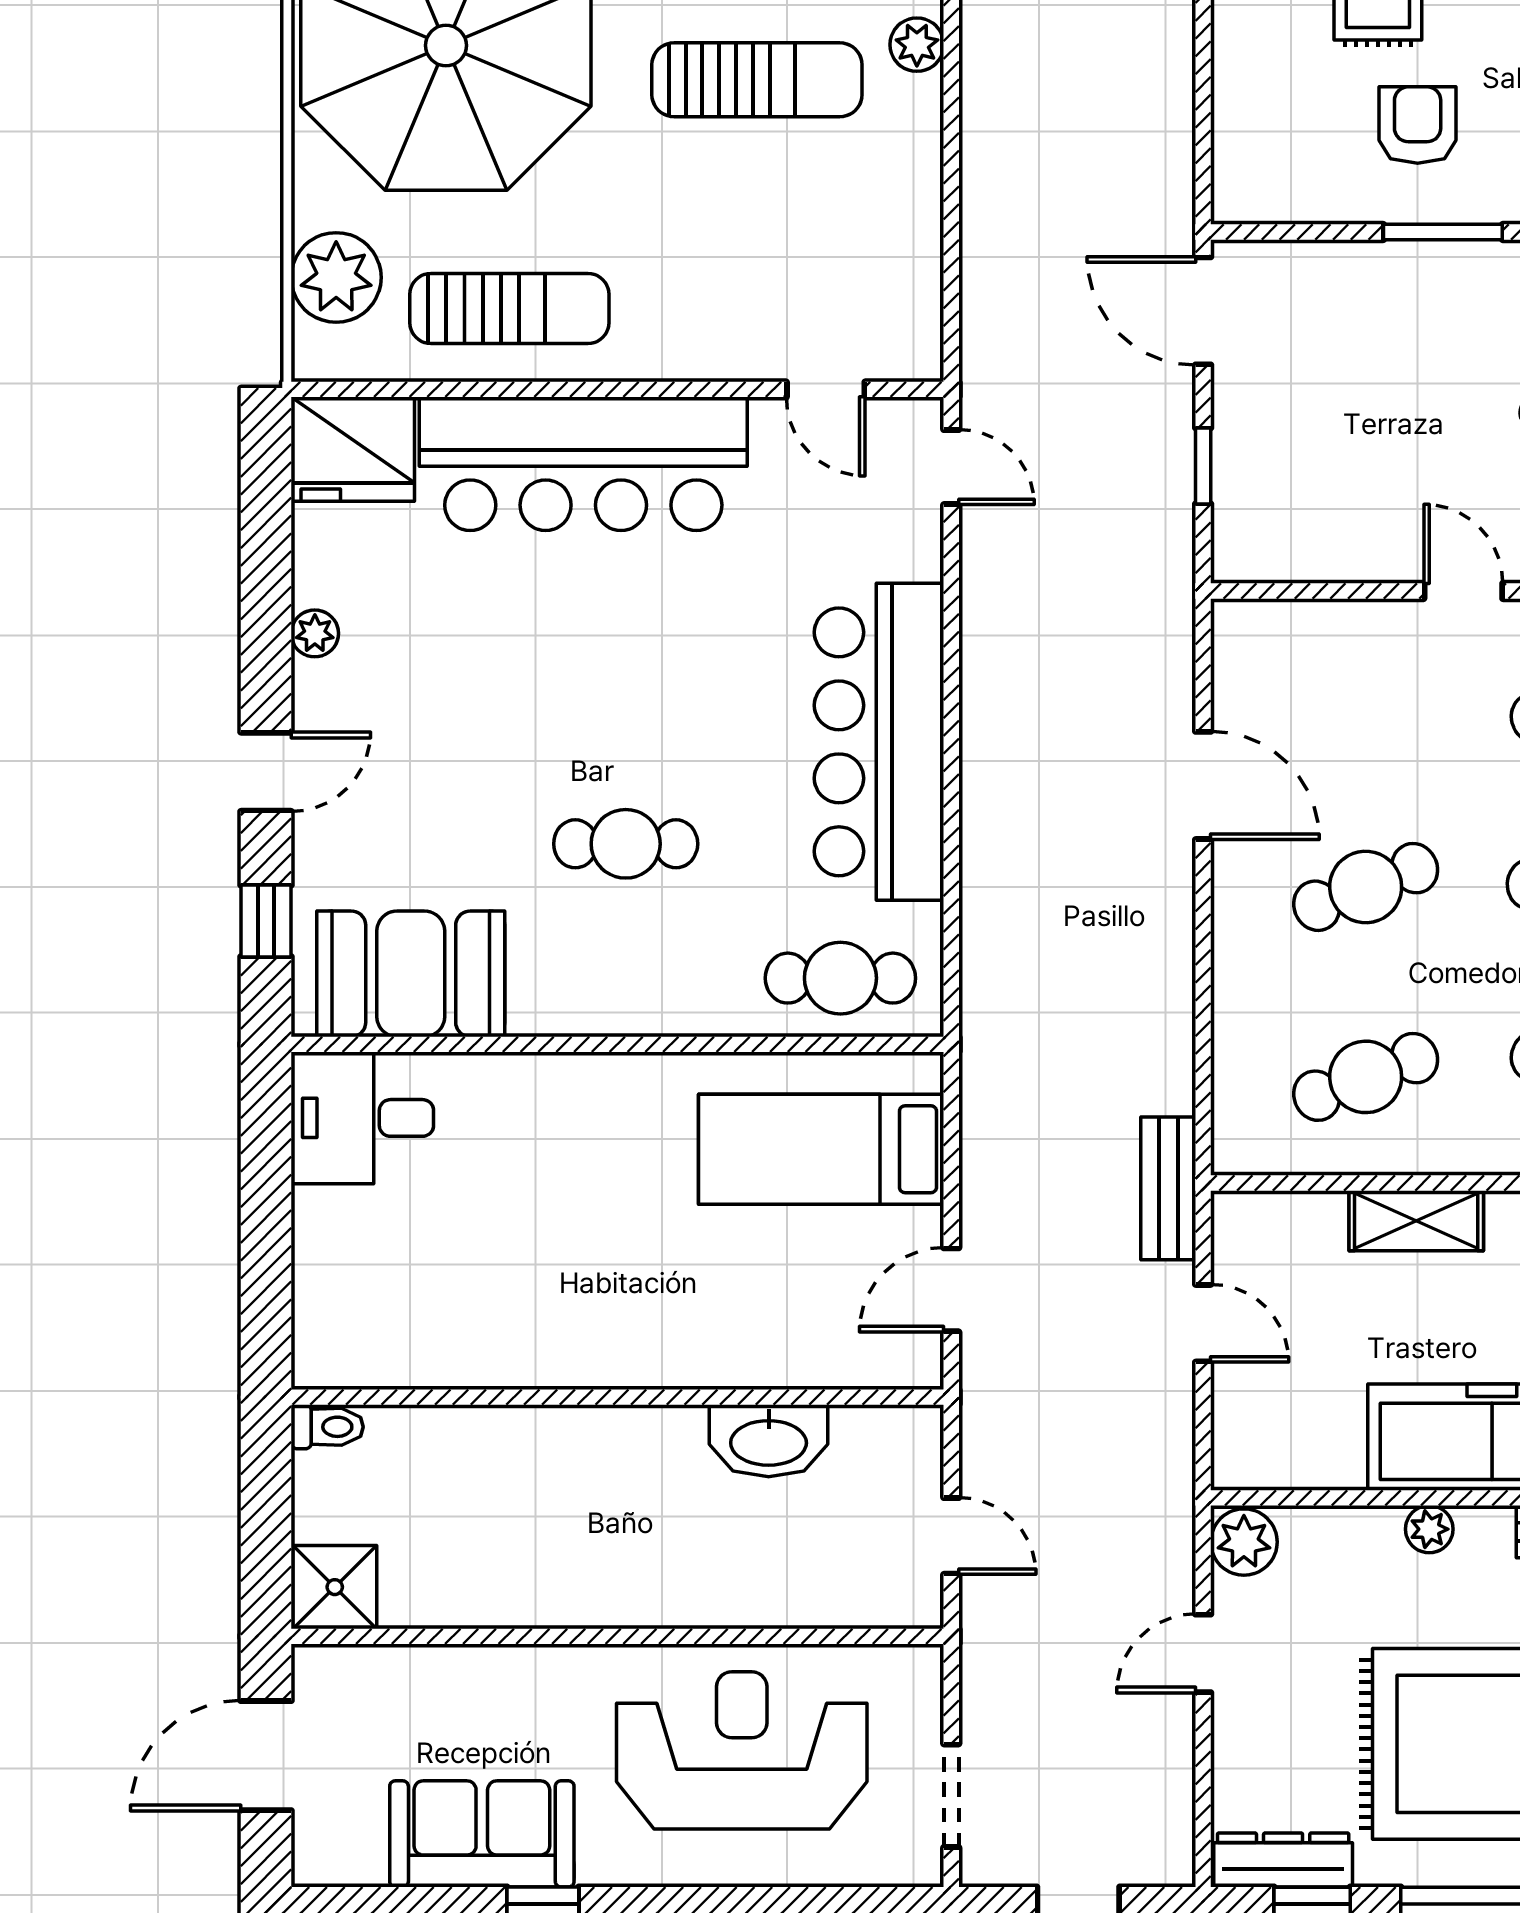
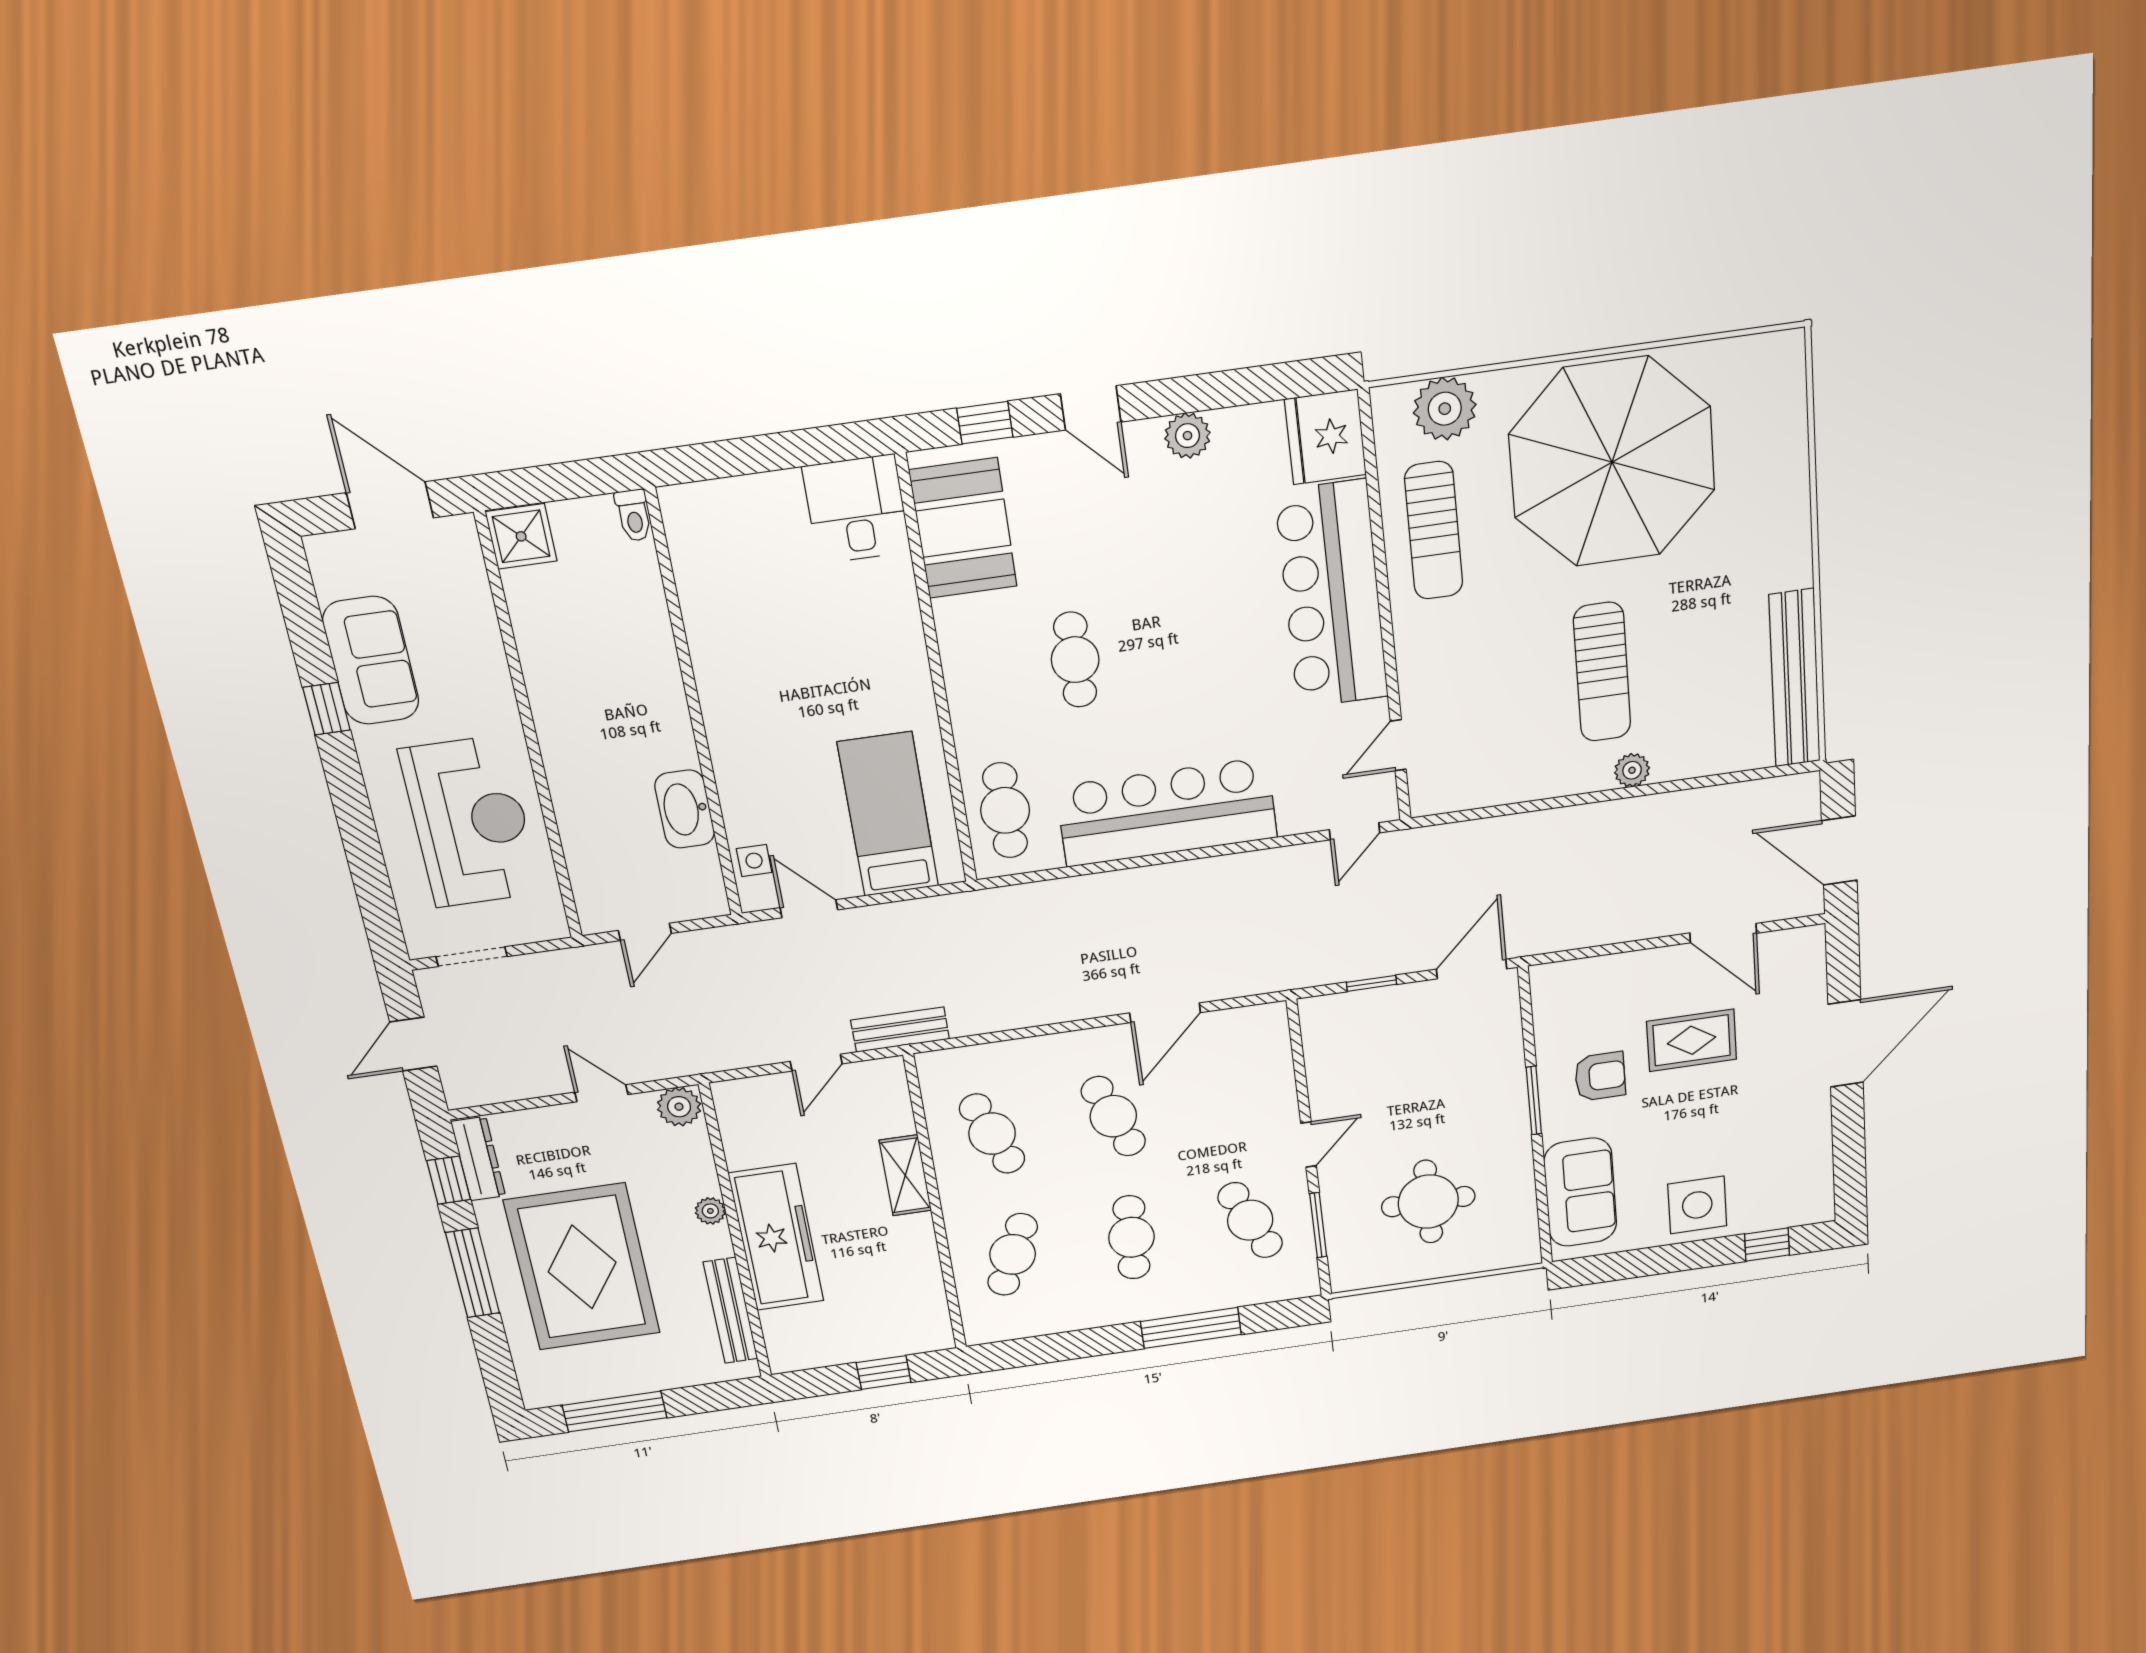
plant: (315, 633) -> (1188, 436), width x1.38, depth x1.38
side table: (863, 1356) -> (754, 861), added

